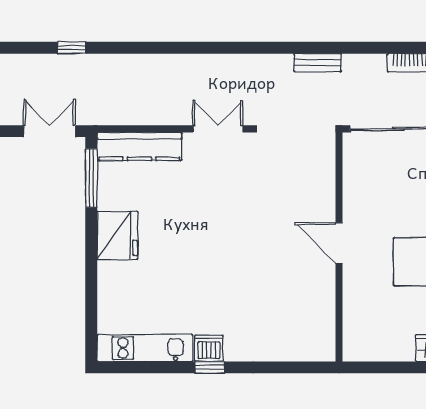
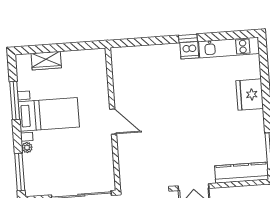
fridge: (117, 235) -> (250, 95), moved

